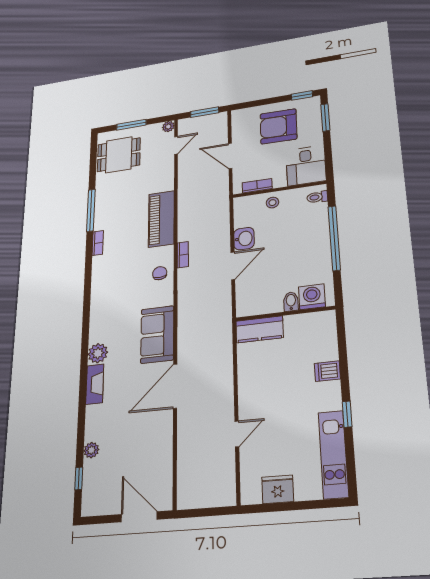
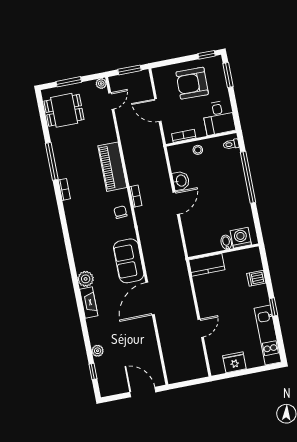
washing machine: (312, 297) -> (241, 238), moved
bidet: (291, 302) -> (226, 242), moved
wall: (285, 314) -> (223, 252), moved
kitchen counter: (259, 329) -> (207, 265), moved

